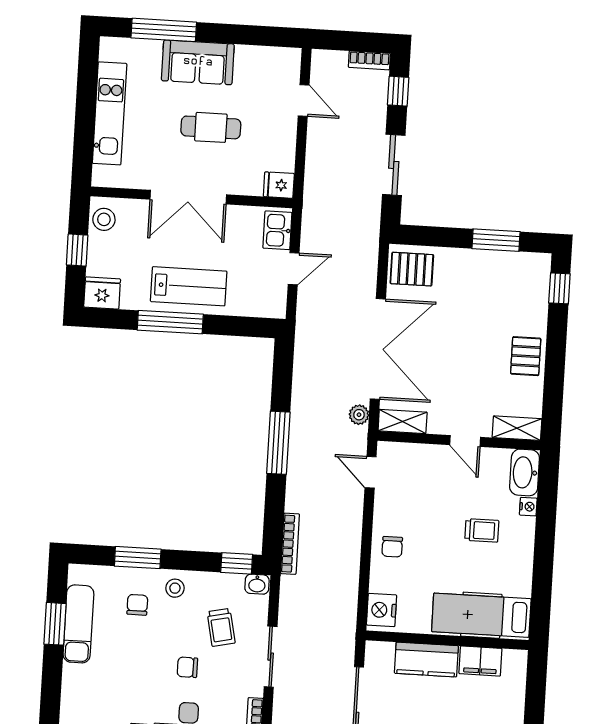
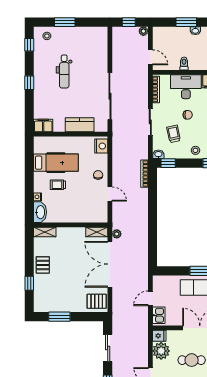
plant: (277, 152) -> (161, 351), added
window: (559, 288) -> (29, 283), moved
door: (465, 441) -> (68, 225), removed
window: (278, 443) -> (153, 219), removed
door: (371, 472) -> (110, 194), moved
hospital bed: (481, 615) -> (56, 163), moved
filing cabinet: (480, 661) -> (43, 126), moved

